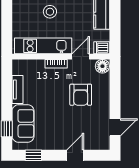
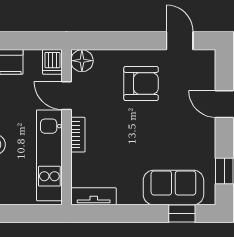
tv unit: (18, 89) -> (94, 196), moved
armchair: (81, 95) -> (141, 84), moved

